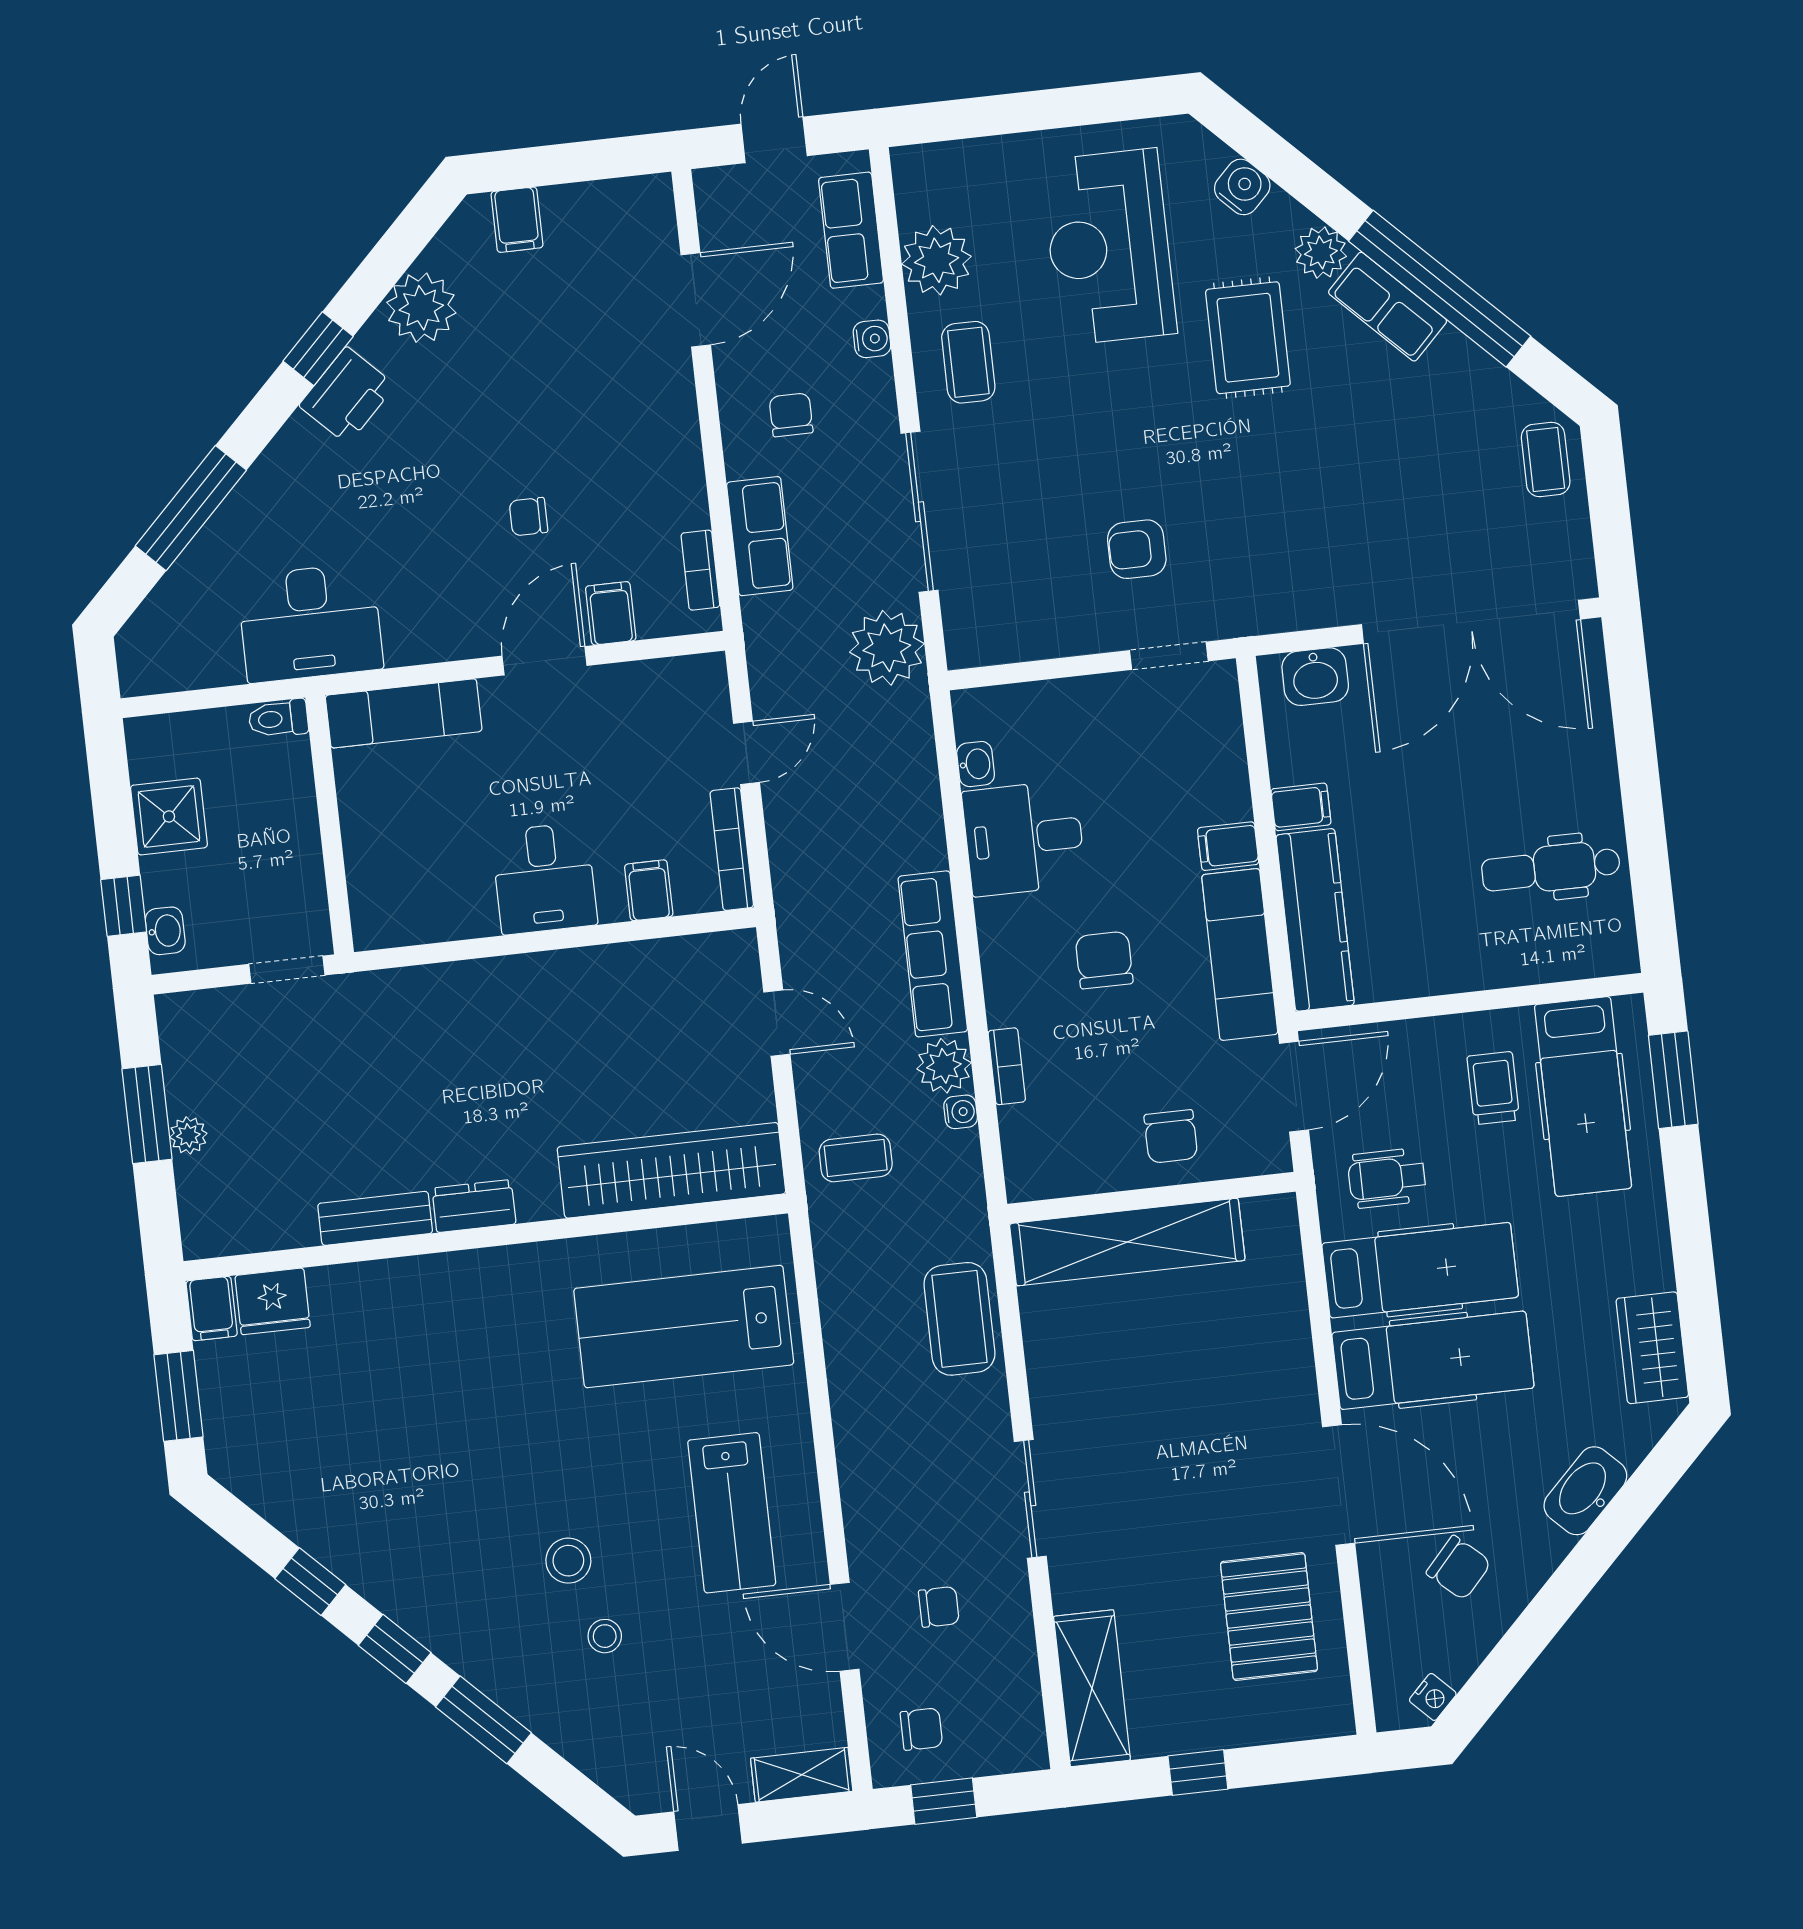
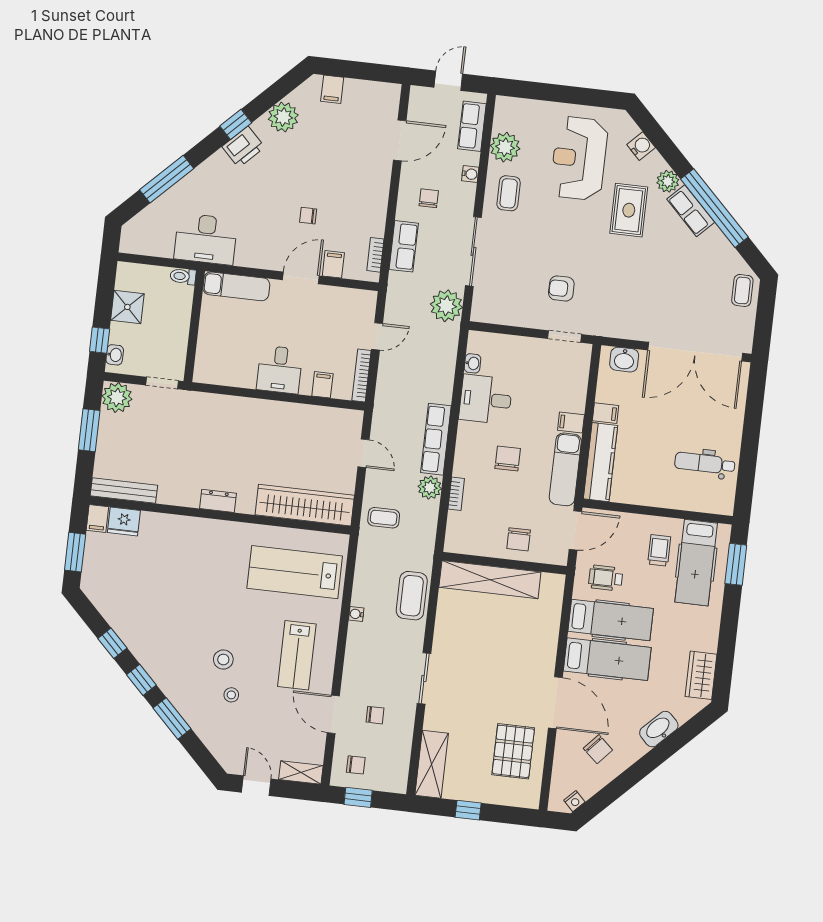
water cooler: (961, 1112) -> (356, 614), moved, turned 180
plant: (188, 1135) -> (117, 398), moved, width x1.87, depth x1.87
bench: (375, 1218) -> (124, 491), moved, width x1.36

